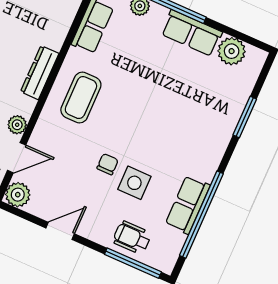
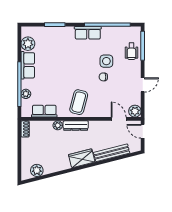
coffee table: (81, 98) -> (79, 102), turned -75
plant: (17, 125) -> (58, 125), moved
row of seats: (188, 205) -> (88, 33), moved
door: (60, 231) -> (143, 85), swing flipped

